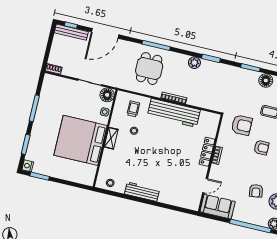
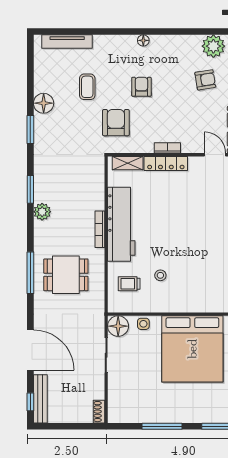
shelving: (111, 138) -> (128, 163), moved

